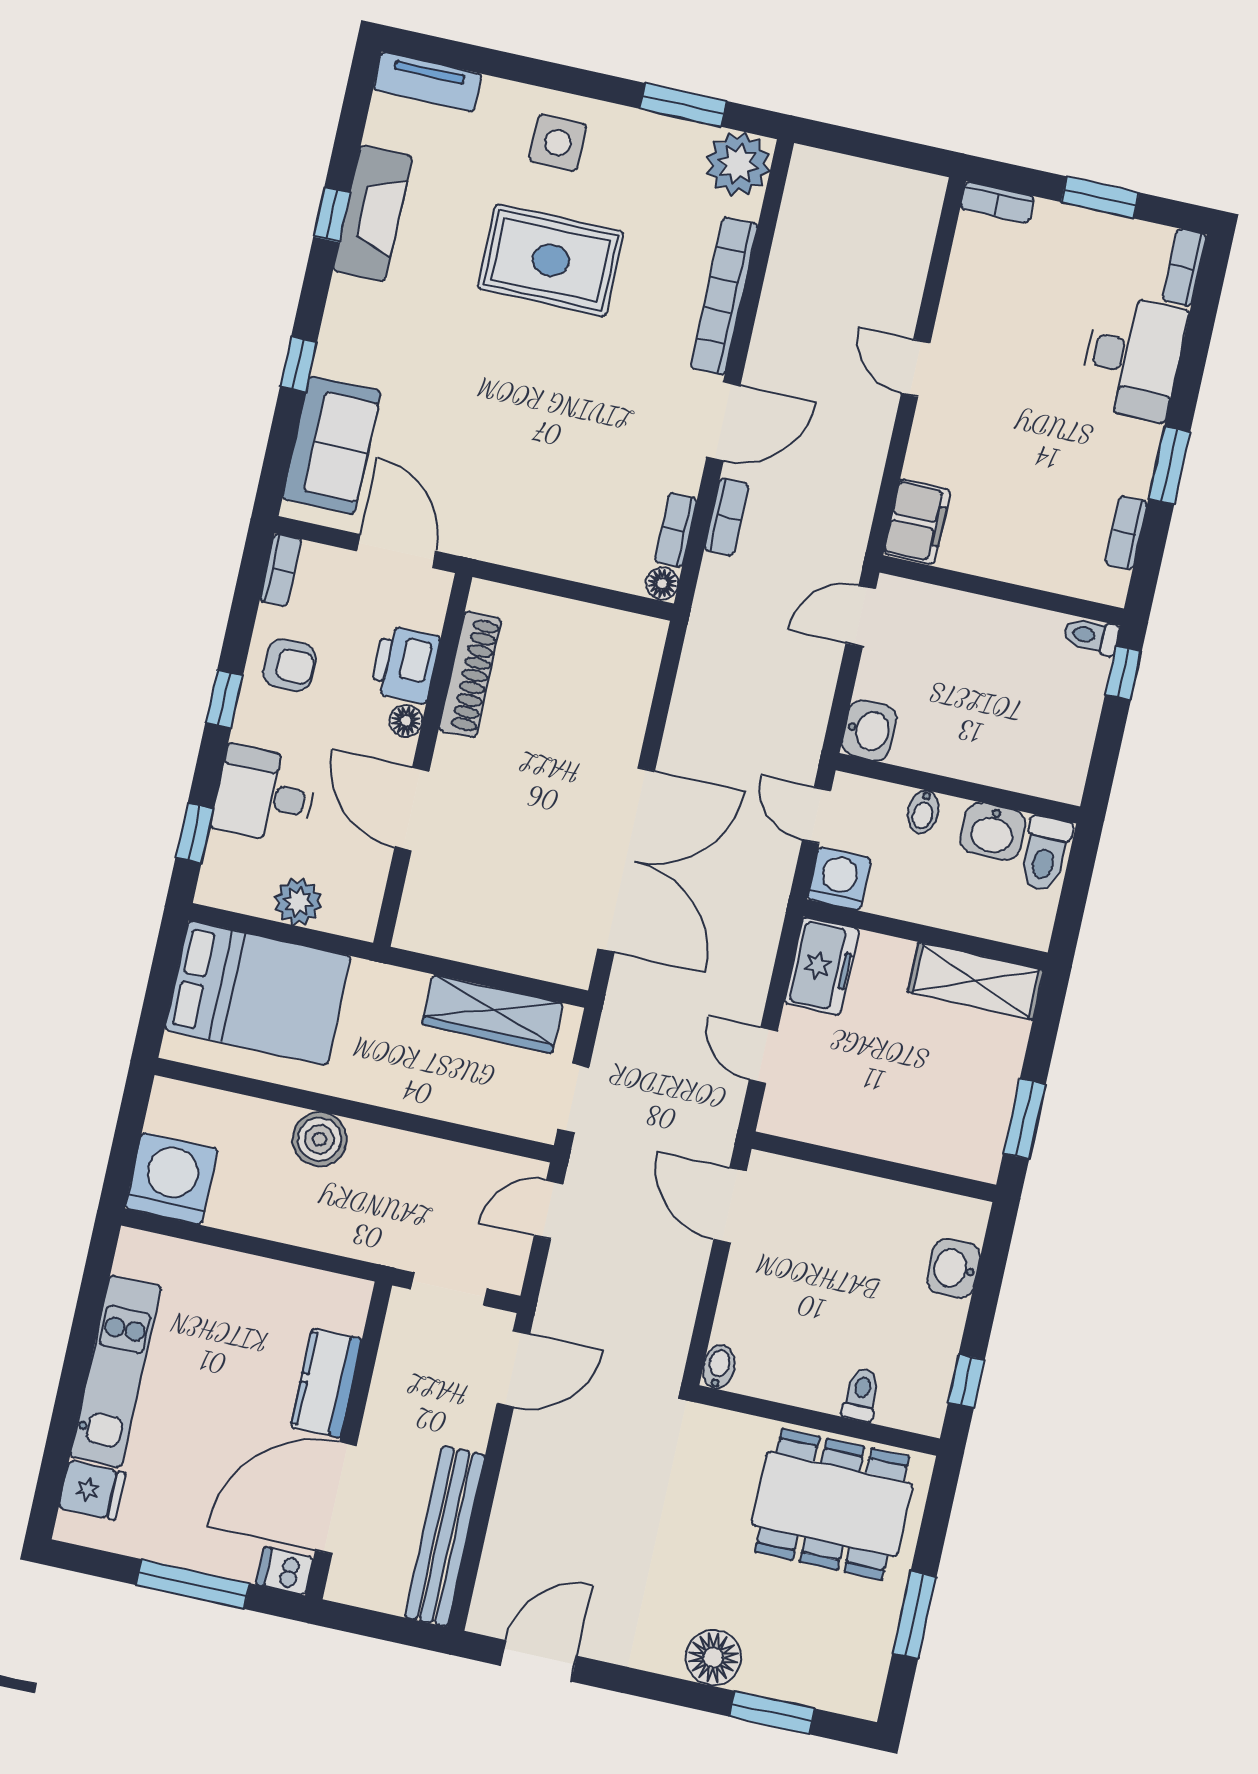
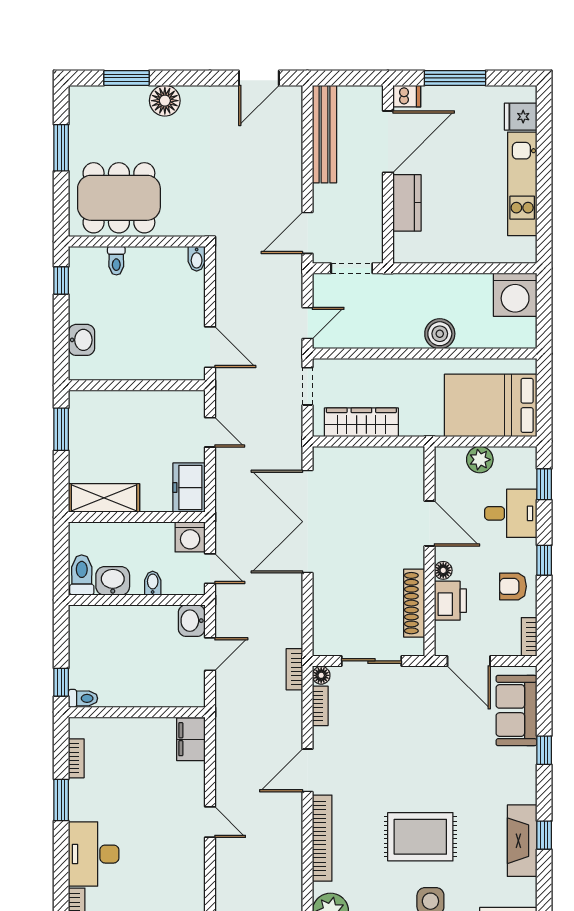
bookcase: (727, 517) -> (294, 669), moved
sliding door: (568, 589) -> (371, 661), added
door: (861, 616) -> (210, 654), moved

